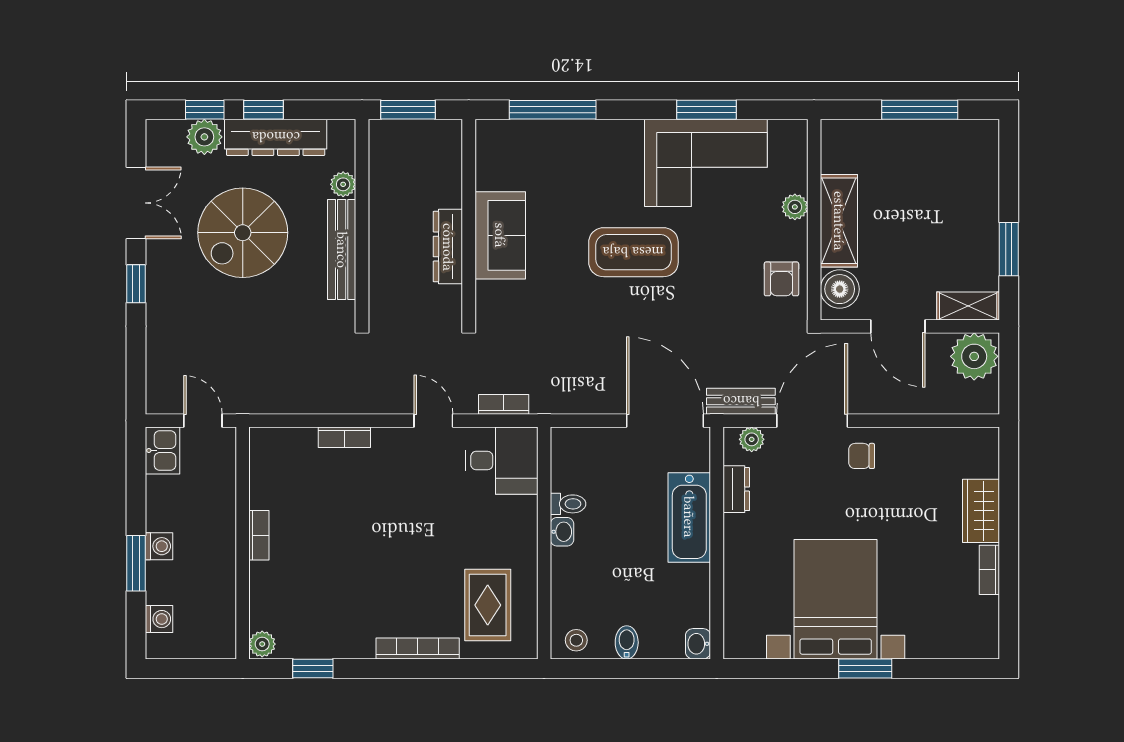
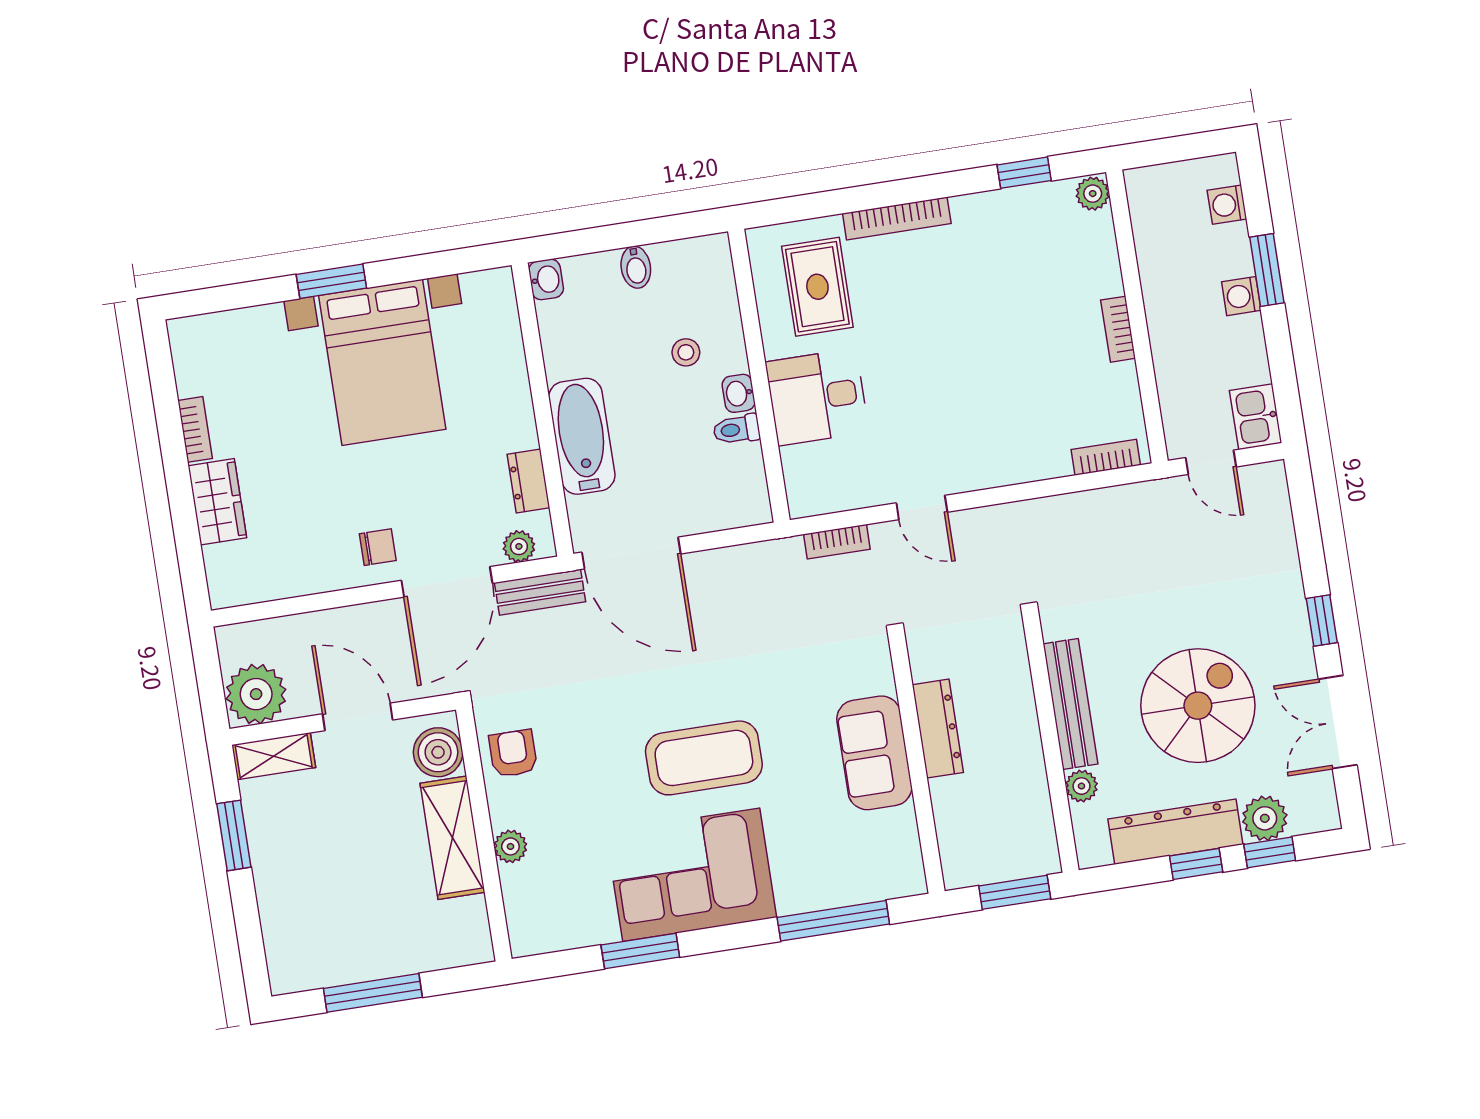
corner sofa: (706, 163) -> (691, 875), moved
bookcase: (344, 437) -> (1106, 457), moved
desk: (501, 461) -> (817, 397), moved
stool: (576, 640) -> (686, 352), moved

